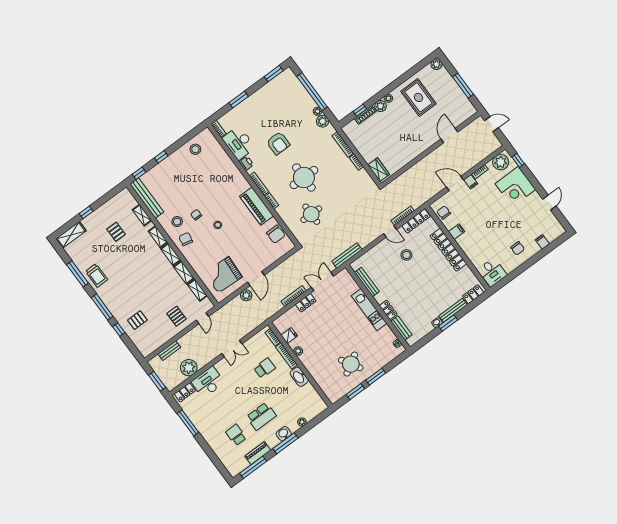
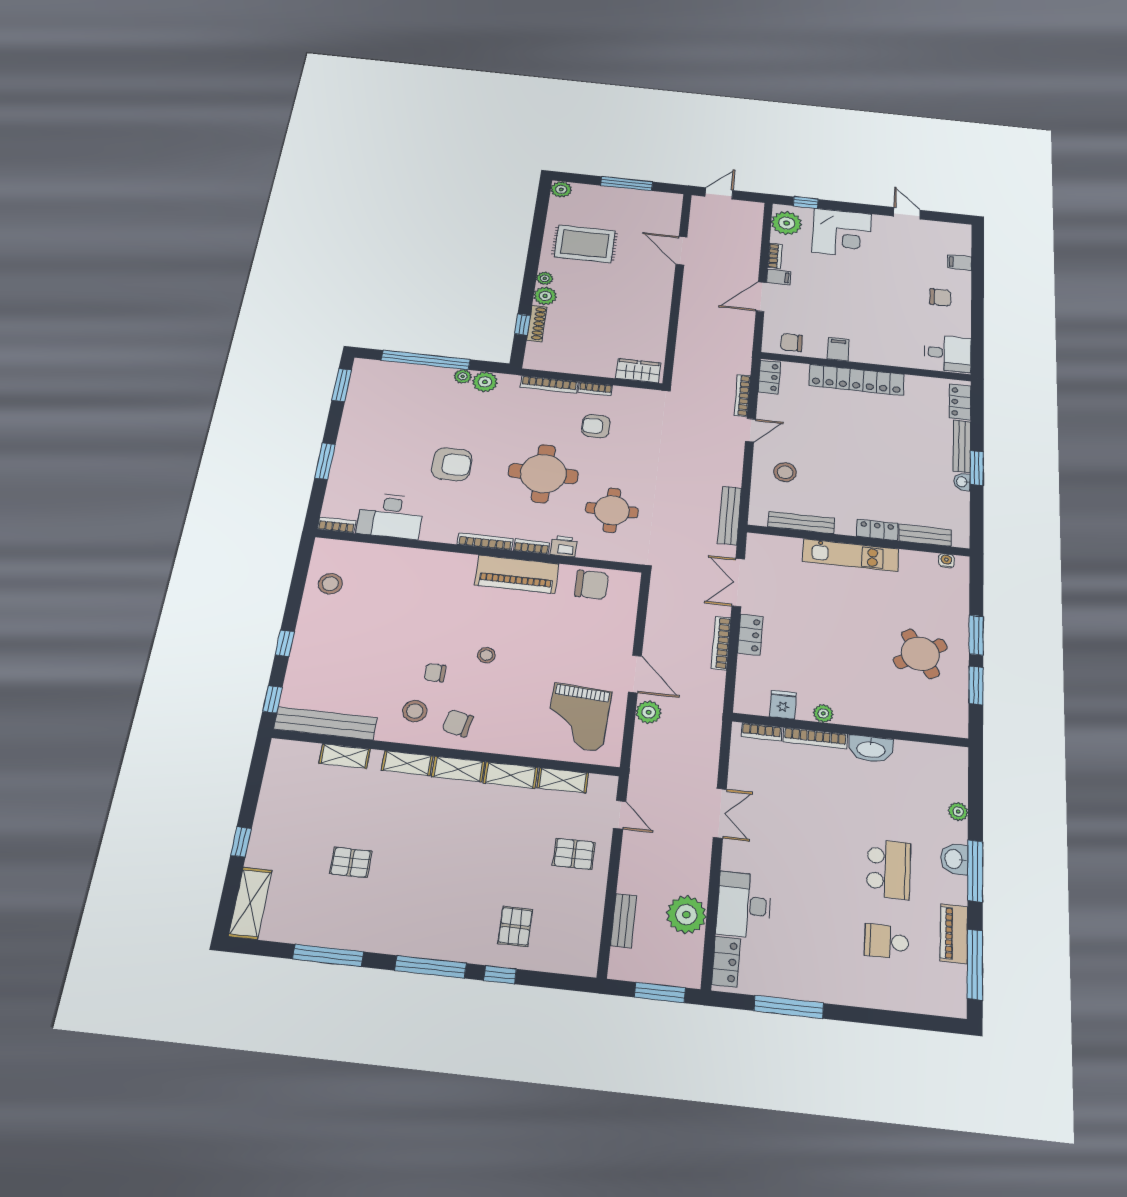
printer: (246, 163) -> (564, 546), moved
armchair: (341, 177) -> (596, 426), added
locker: (416, 221) -> (769, 377), width x0.66
pallet: (116, 232) -> (351, 862), moved
stool: (406, 255) -> (785, 472), moved
trolley: (97, 275) -> (366, 925), removed
school desk: (265, 368) -> (805, 790), removed

